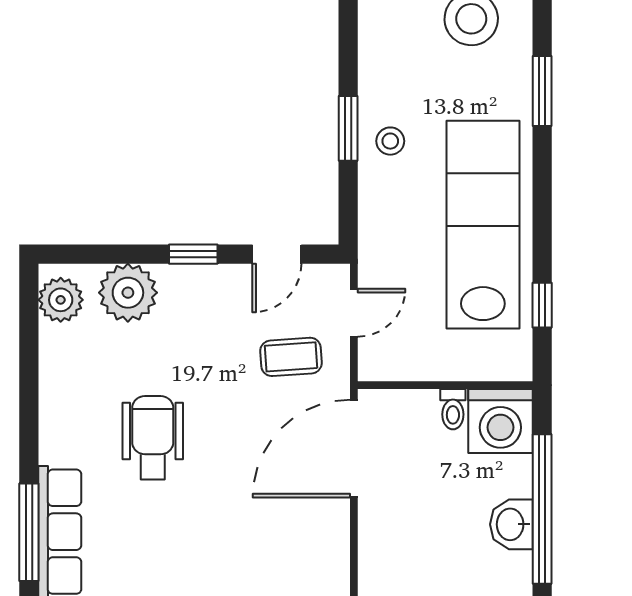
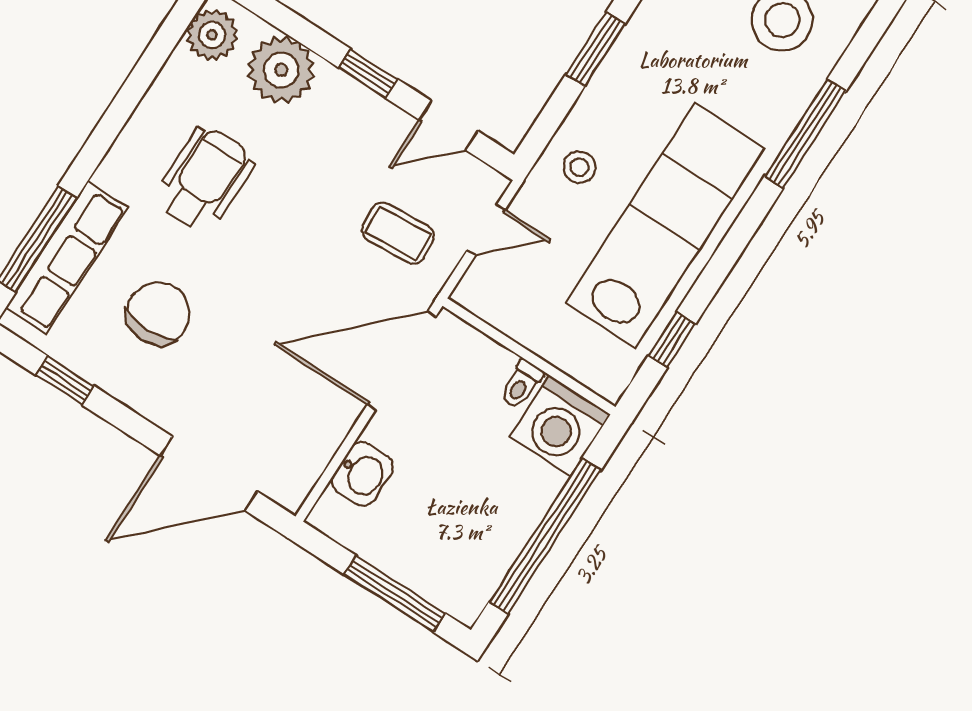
window: (542, 91) -> (805, 134), width x1.44
stool: (390, 141) -> (579, 167), moved
wheelchair: (153, 438) -> (205, 179), moved
washbasin: (511, 524) -> (362, 474), moved, turned 180
chair: (153, 529) -> (158, 314), added

